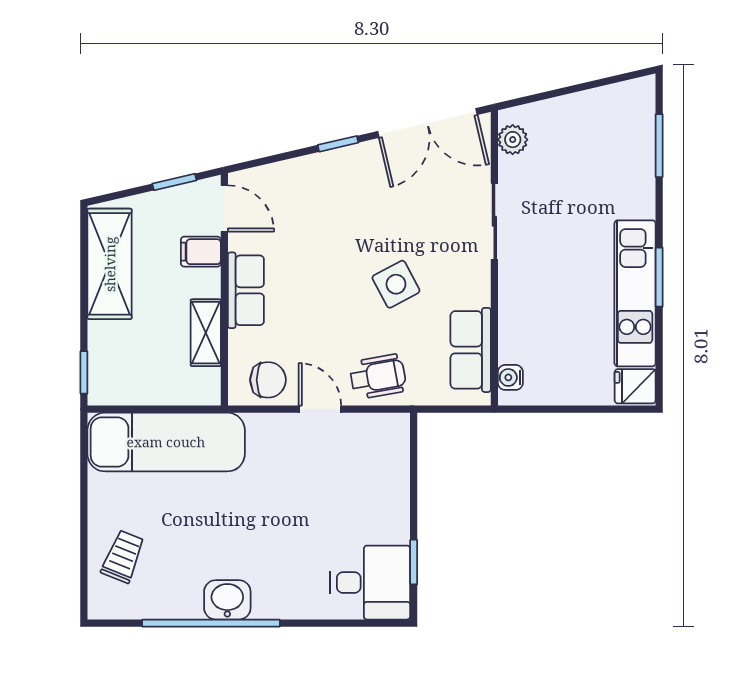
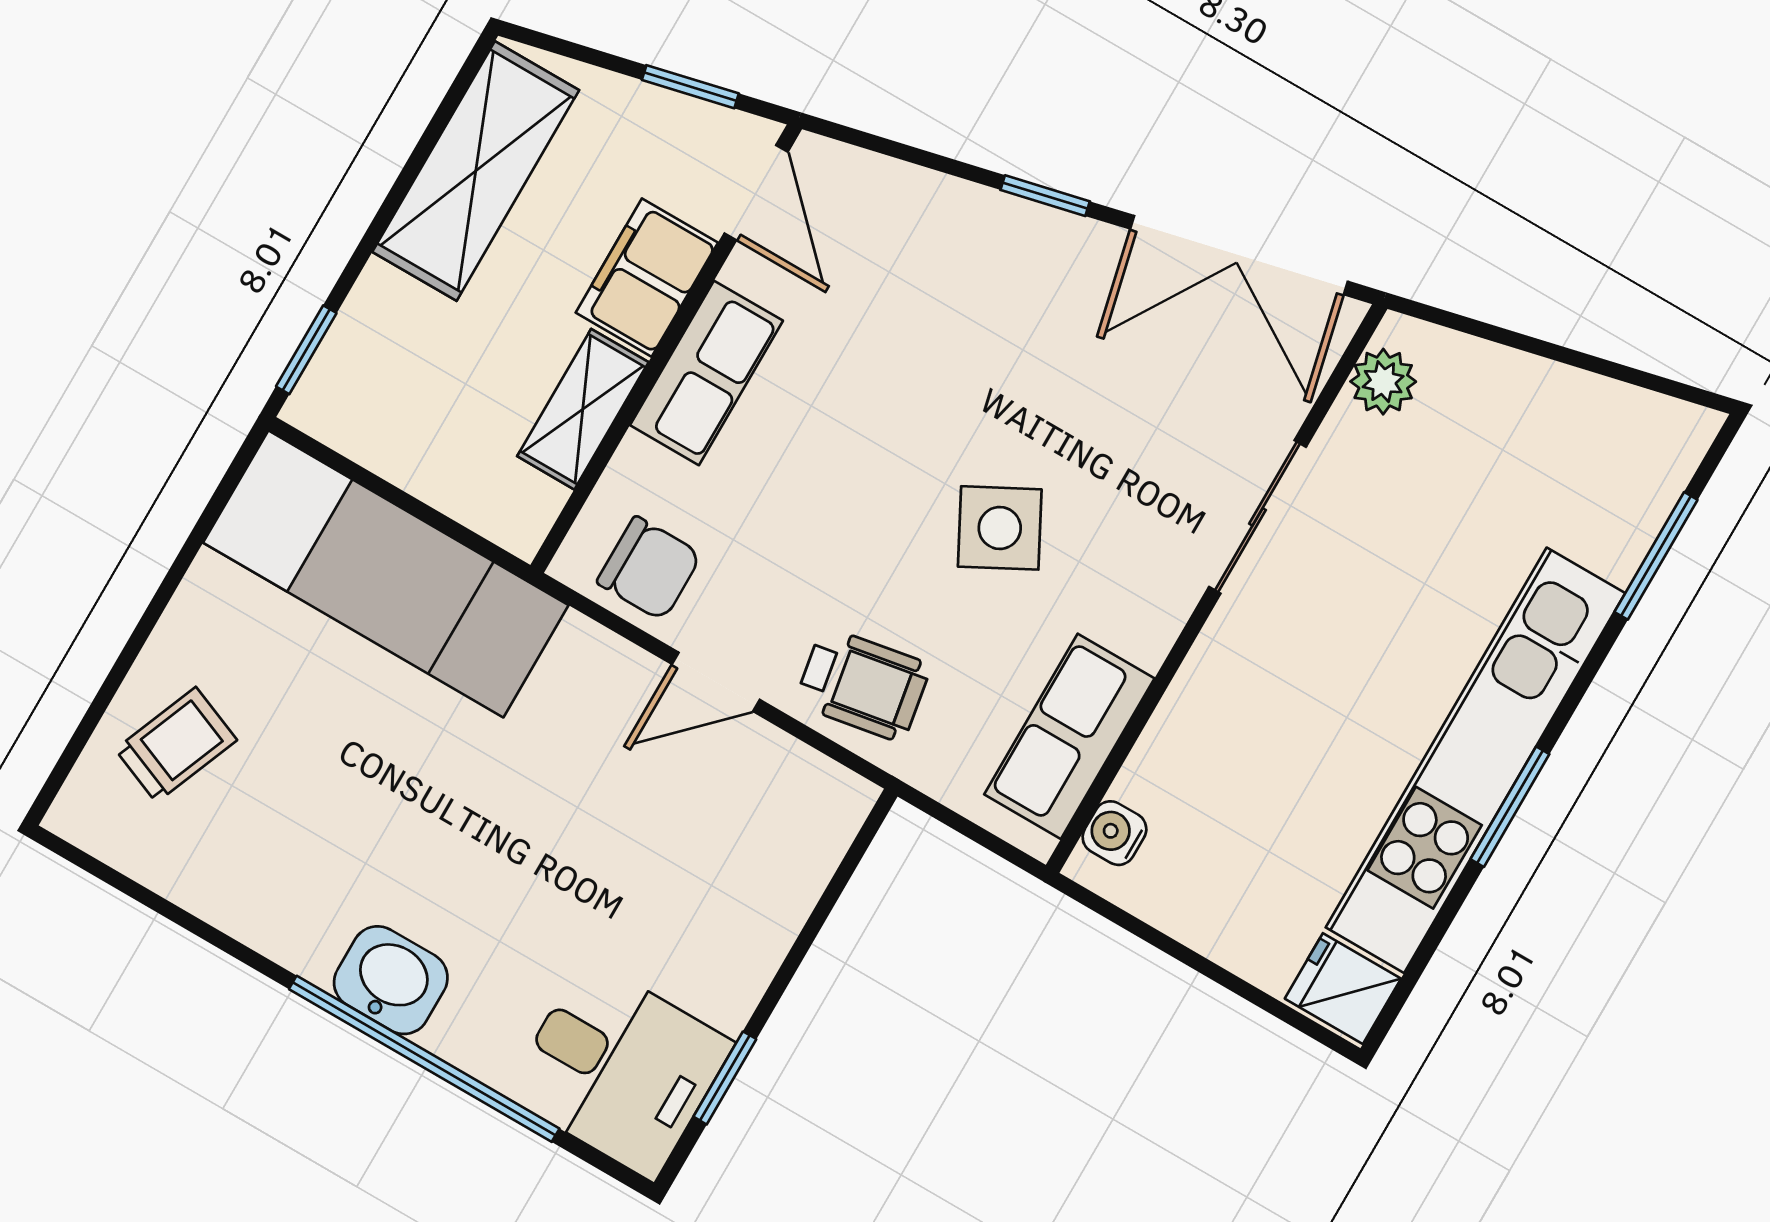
filing cabinet: (201, 252) -> (647, 278), width x2.00
kitchen unit: (635, 293) -> (1475, 760), width x1.36
door: (320, 409) -> (716, 682), swing flipped
washbasin: (227, 600) -> (391, 980), moved
window: (211, 623) -> (424, 1059), moved

